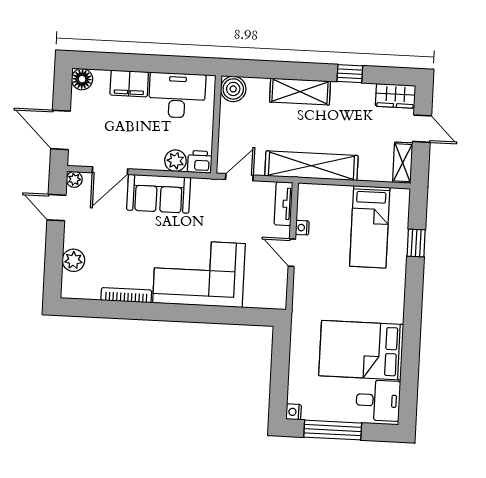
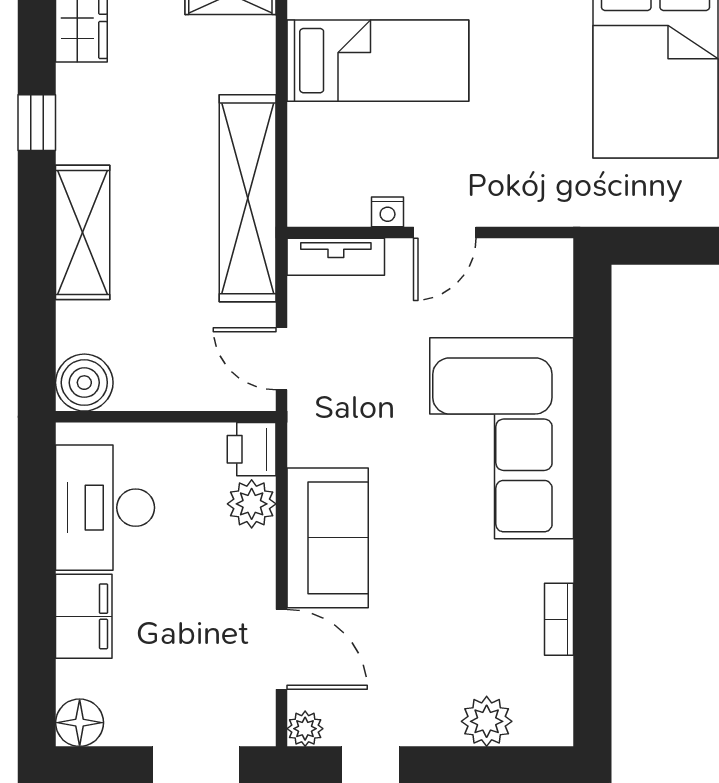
bookcase: (126, 295) -> (559, 619), width x0.64

